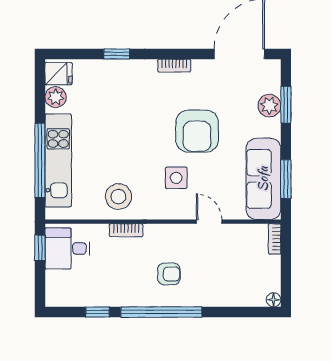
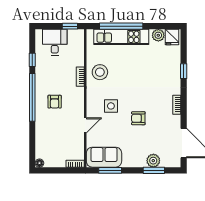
armchair: (197, 131) -> (138, 118), width x0.53, depth x0.53
sofa: (263, 179) -> (104, 157), width x0.73
desk: (67, 248) -> (55, 42), moved

